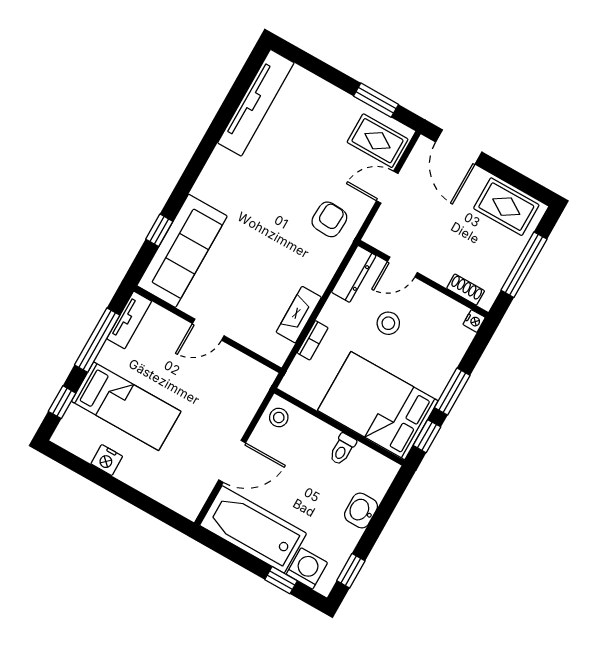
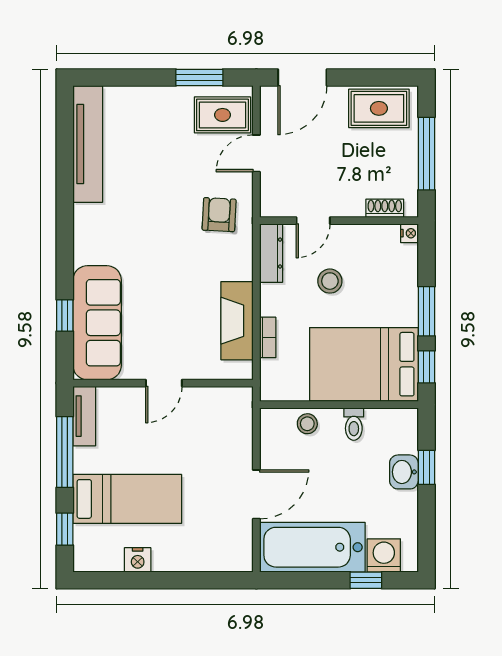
door: (459, 147) -> (302, 78), hinge flipped
fireplace: (299, 315) -> (237, 321), width x1.37, depth x1.32
stool: (279, 417) -> (307, 424), moved
window: (351, 571) -> (426, 467), moved

